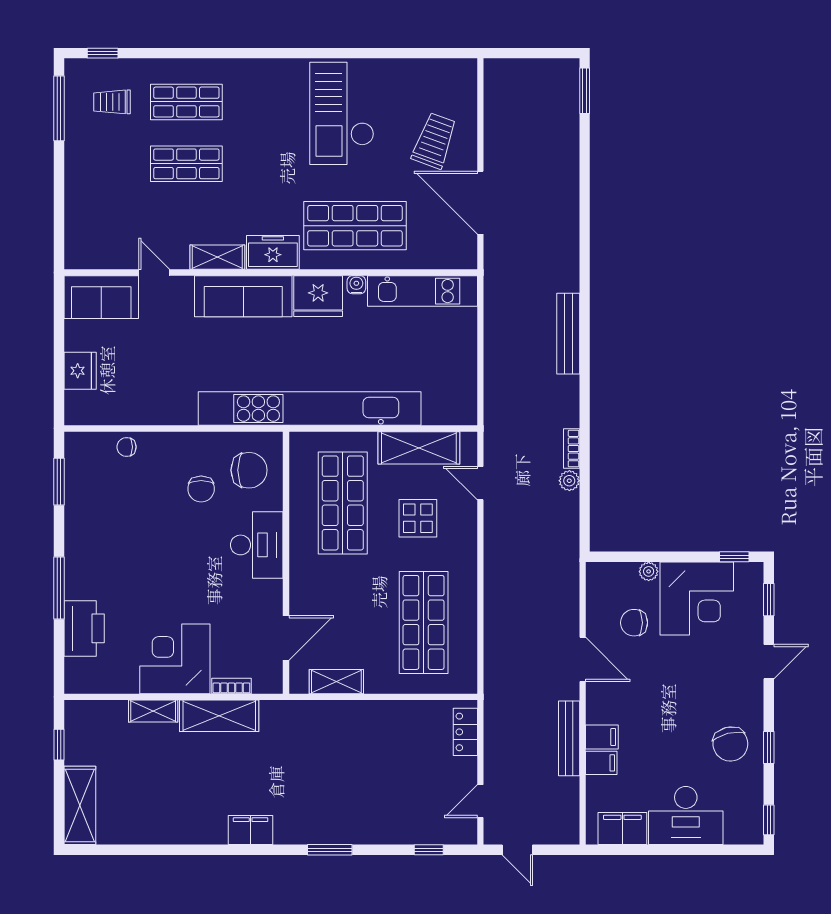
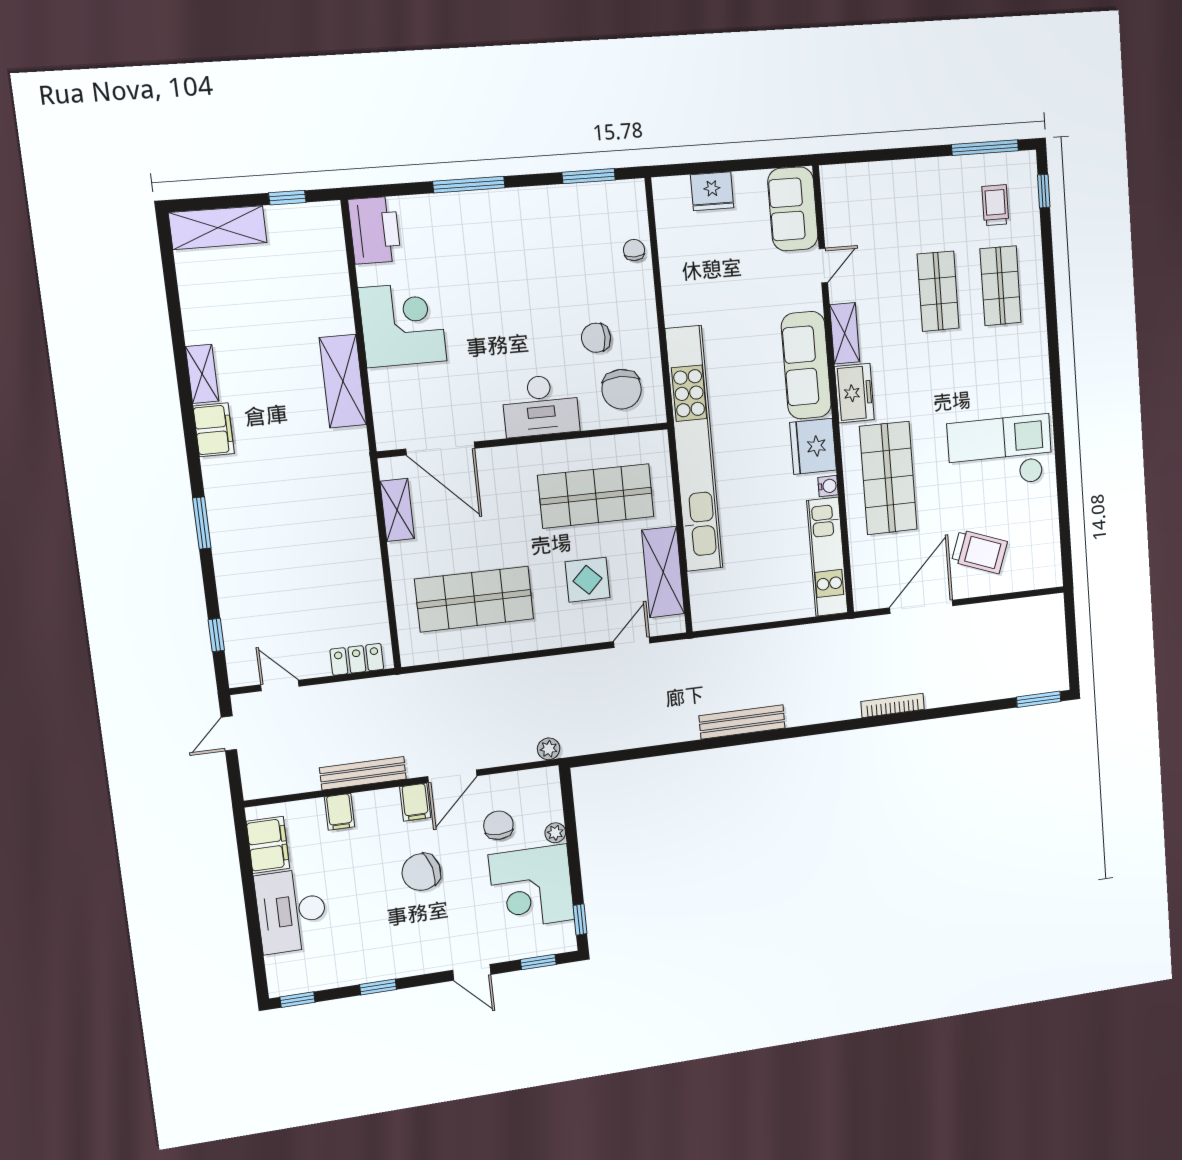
bench: (568, 334) -> (742, 722), moved
bookcase: (572, 449) -> (893, 705), moved, width x1.56
plant: (569, 481) -> (549, 749), moved
printer: (84, 628) -> (375, 230), moved, turned -90
door: (286, 638) -> (440, 449), width x1.36
bookcase: (231, 686) -> (379, 392), removed
shelving: (153, 711) -> (202, 374), moved
filing cabinet: (602, 737) -> (415, 802), moved
chair: (730, 744) -> (421, 872), moved

